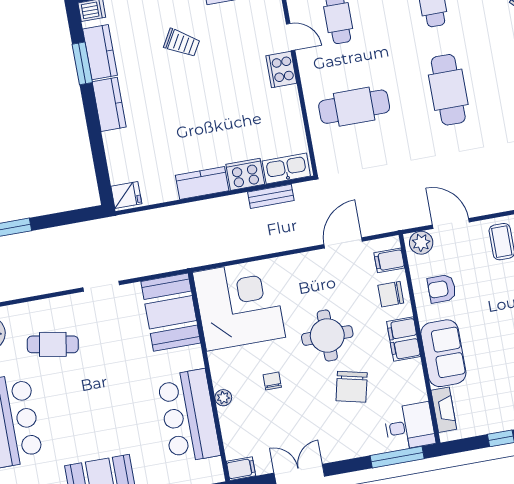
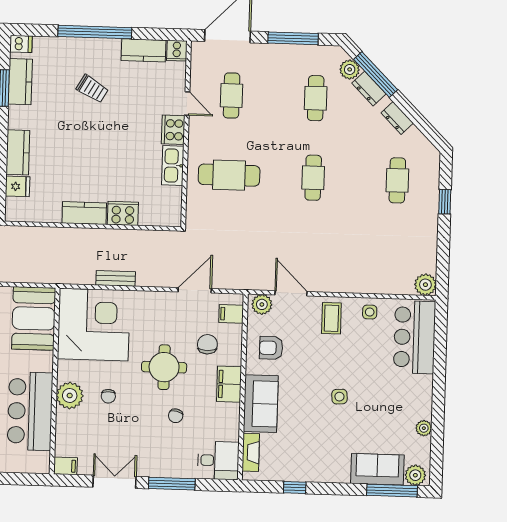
cafe table: (448, 90) -> (313, 178), width x0.73, depth x0.74
kitchen counter: (109, 104) -> (18, 152), moved
kitchen sink: (286, 169) -> (173, 166), moved, turned -90
fridge: (126, 195) -> (18, 186), moved
bench: (271, 196) -> (116, 278), moved
chair: (391, 294) -> (207, 344), moved, turned 90
chair: (272, 381) -> (108, 396), turned 180
chair: (352, 387) -> (176, 416), width x0.54, depth x0.54
plant: (223, 398) -> (70, 396), width x1.88, depth x1.88
window: (397, 457) -> (172, 484), moved

